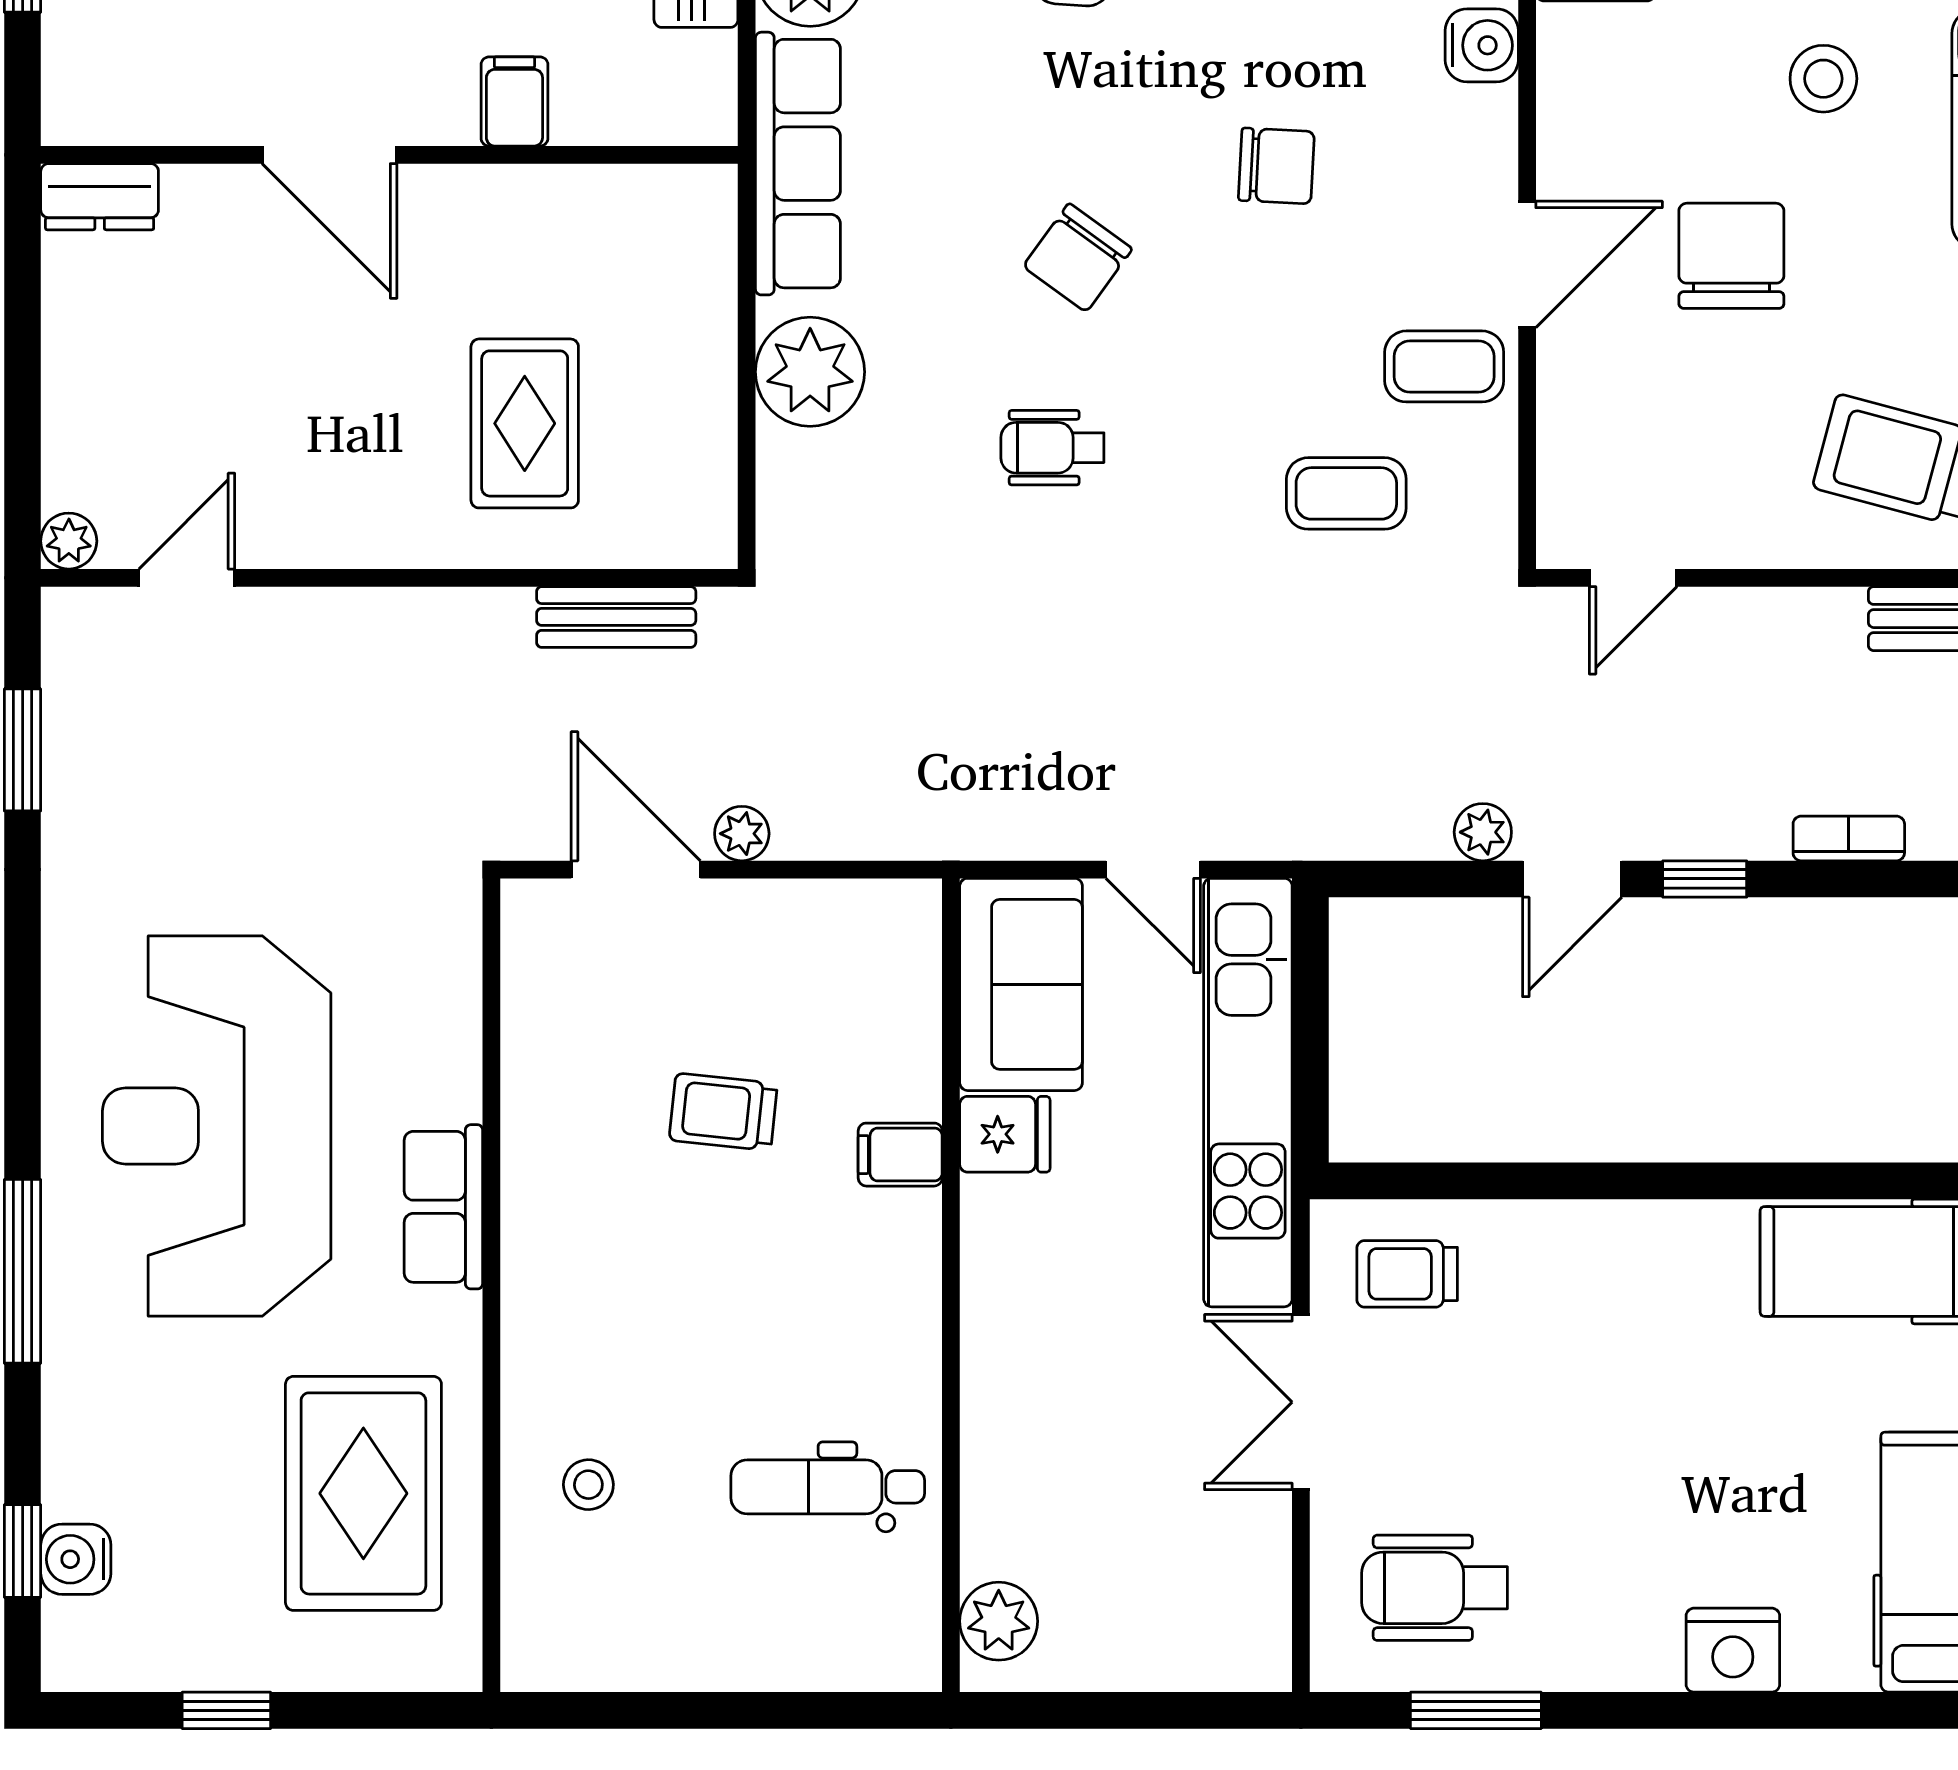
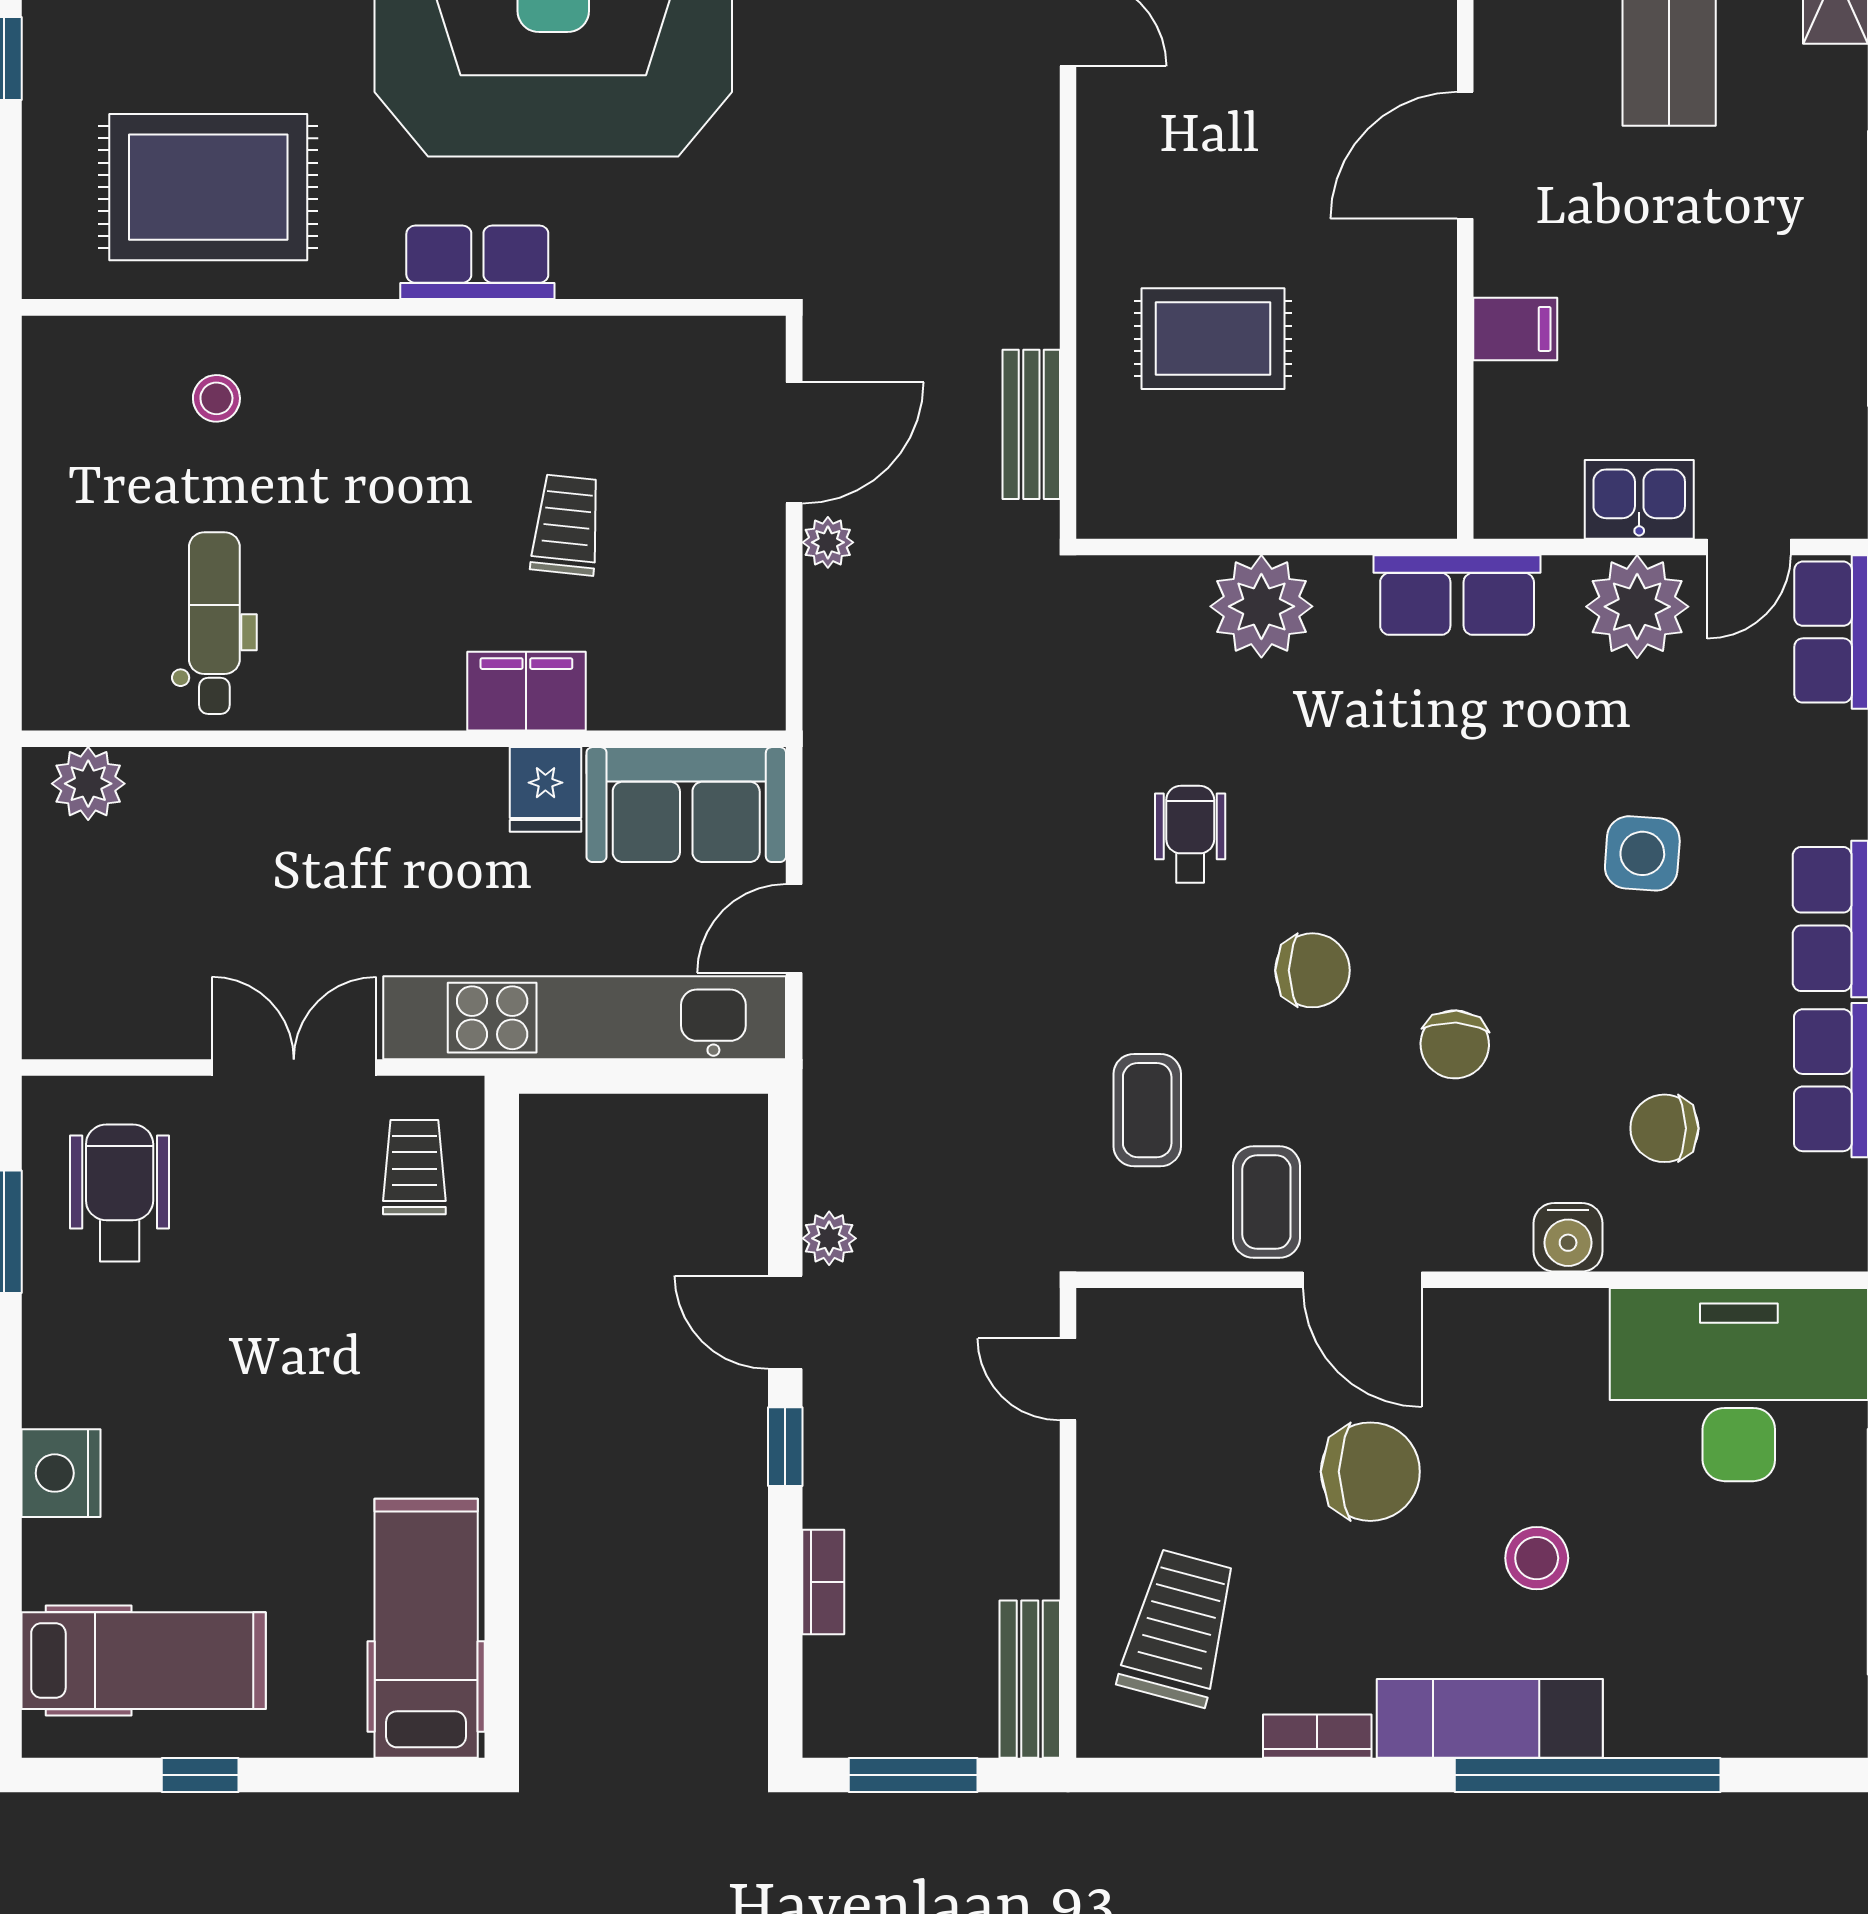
row of seats: (798, 164) -> (1457, 595), width x0.68
chair: (1078, 258) -> (1312, 970), moved, turned 144
filing cabinet: (900, 1155) -> (526, 691), width x2.00

